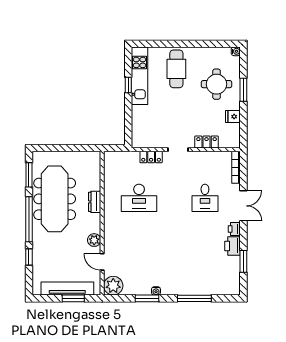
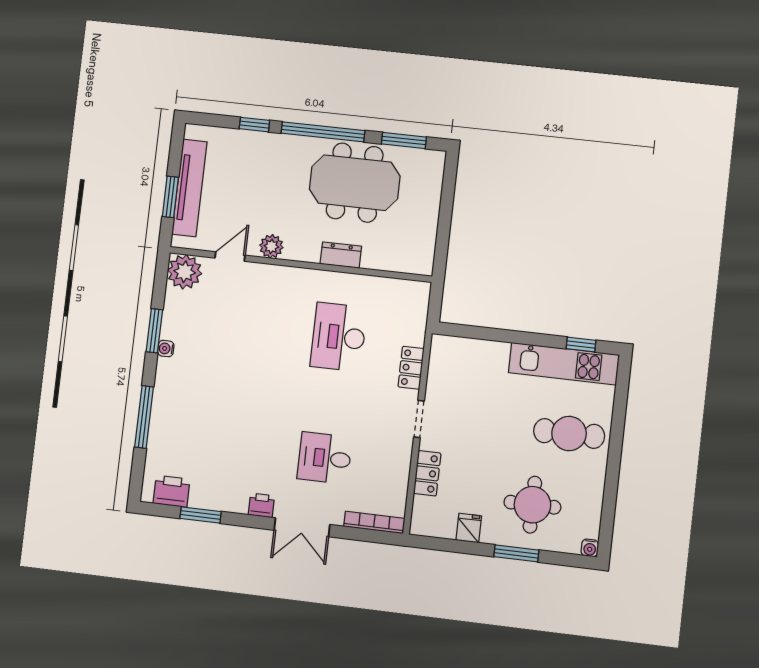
window: (128, 85) -> (581, 344), moved
meeting table: (55, 199) -> (355, 183), width x0.73
printer: (233, 246) -> (172, 491), moved

